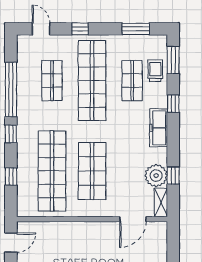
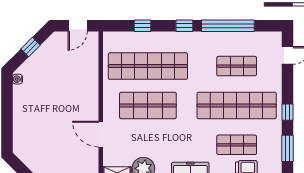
window: (80, 29) -> (287, 112), moved
door: (133, 219) -> (101, 134), moved
door: (11, 243) -> (78, 26), hinge flipped

